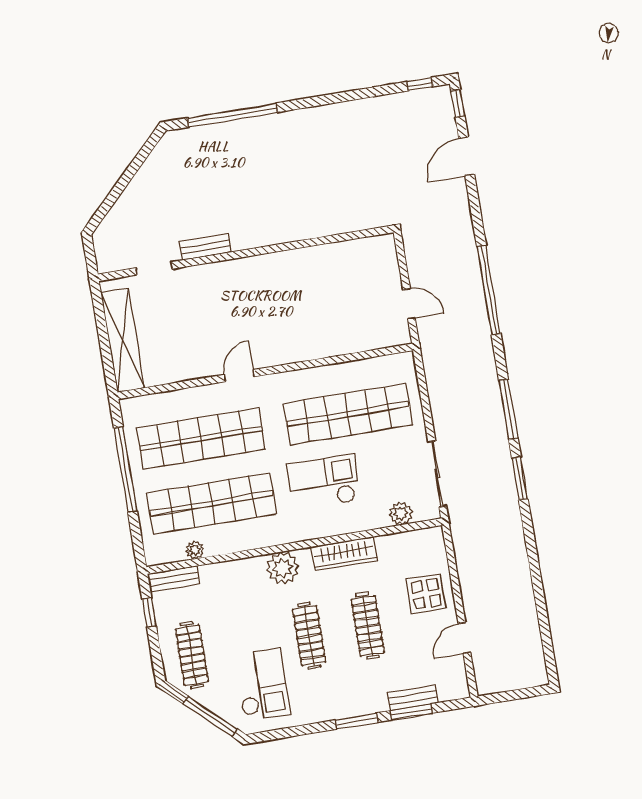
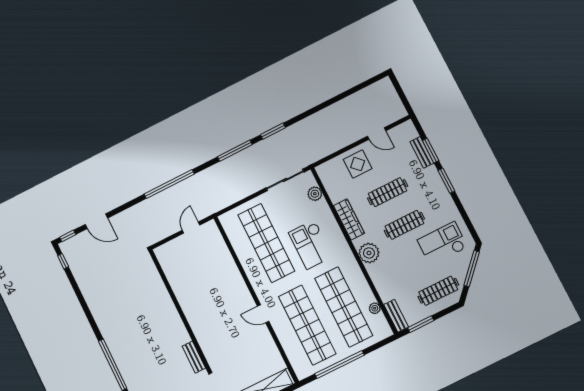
window: (149, 612) -> (421, 324), width x1.50

